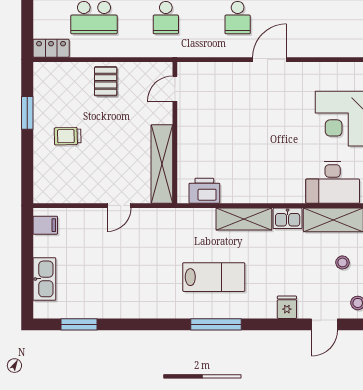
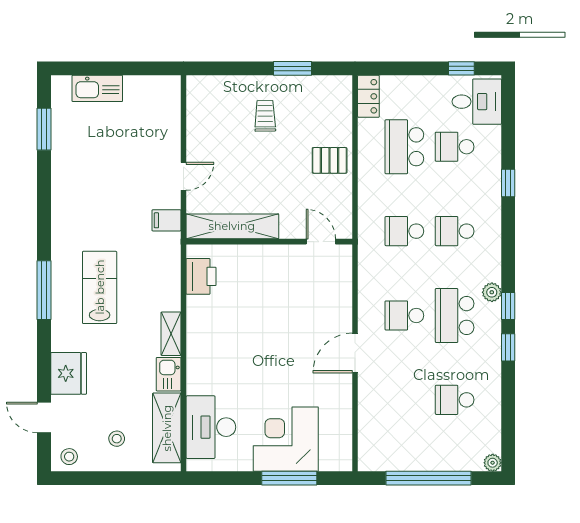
door: (270, 60) -> (355, 353), swing flipped
door: (119, 206) -> (184, 176), swing flipped
shelving: (244, 219) -> (171, 334), width x0.67, depth x0.75
filing cabinet: (45, 225) -> (166, 220), moved, turned 90
lab bench: (214, 277) -> (100, 287), turned 180
fridge: (287, 307) -> (69, 373), width x1.88, depth x1.34

